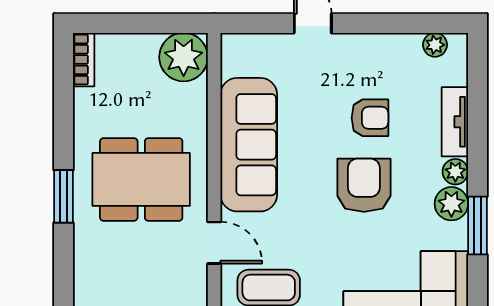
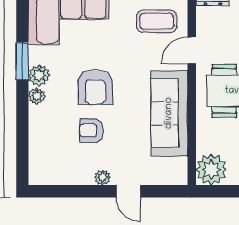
plant: (435, 45) -> (102, 178), moved
tv unit: (455, 122) -> (37, 128), removed
door: (214, 243) -> (192, 50), hinge flipped

